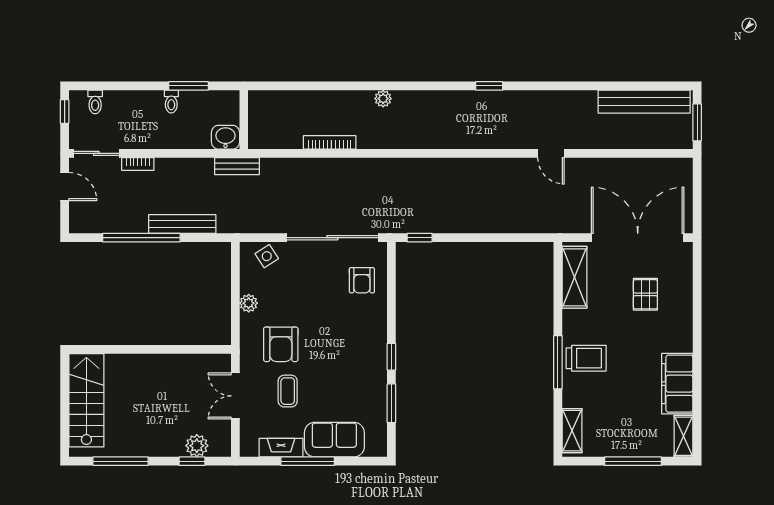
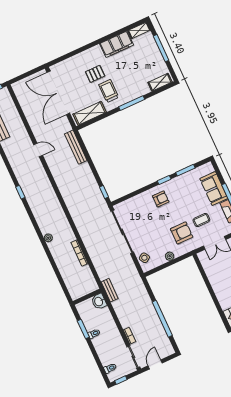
door: (551, 153) -> (38, 150), hinge flipped
bench: (182, 224) -> (76, 147), moved
armchair: (362, 280) -> (161, 199), moved
pallet: (645, 294) -> (95, 74), moved
trolley: (586, 358) -> (109, 91), moved

